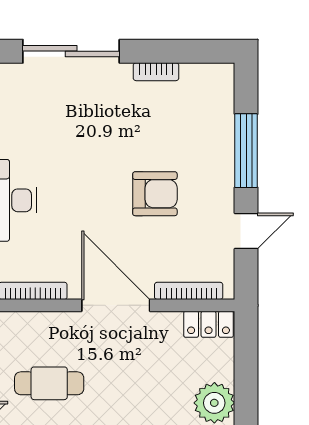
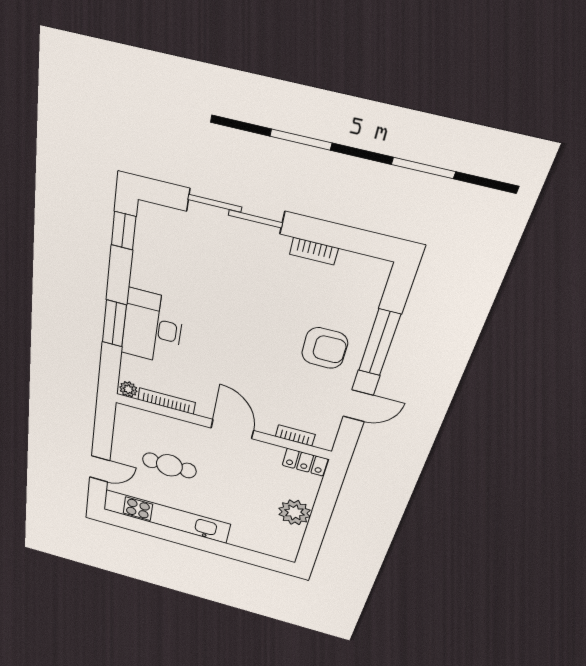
armchair: (155, 194) -> (325, 348), moved
bookcase: (189, 291) -> (295, 435), width x0.64
door: (116, 305) -> (232, 429), width x0.73

